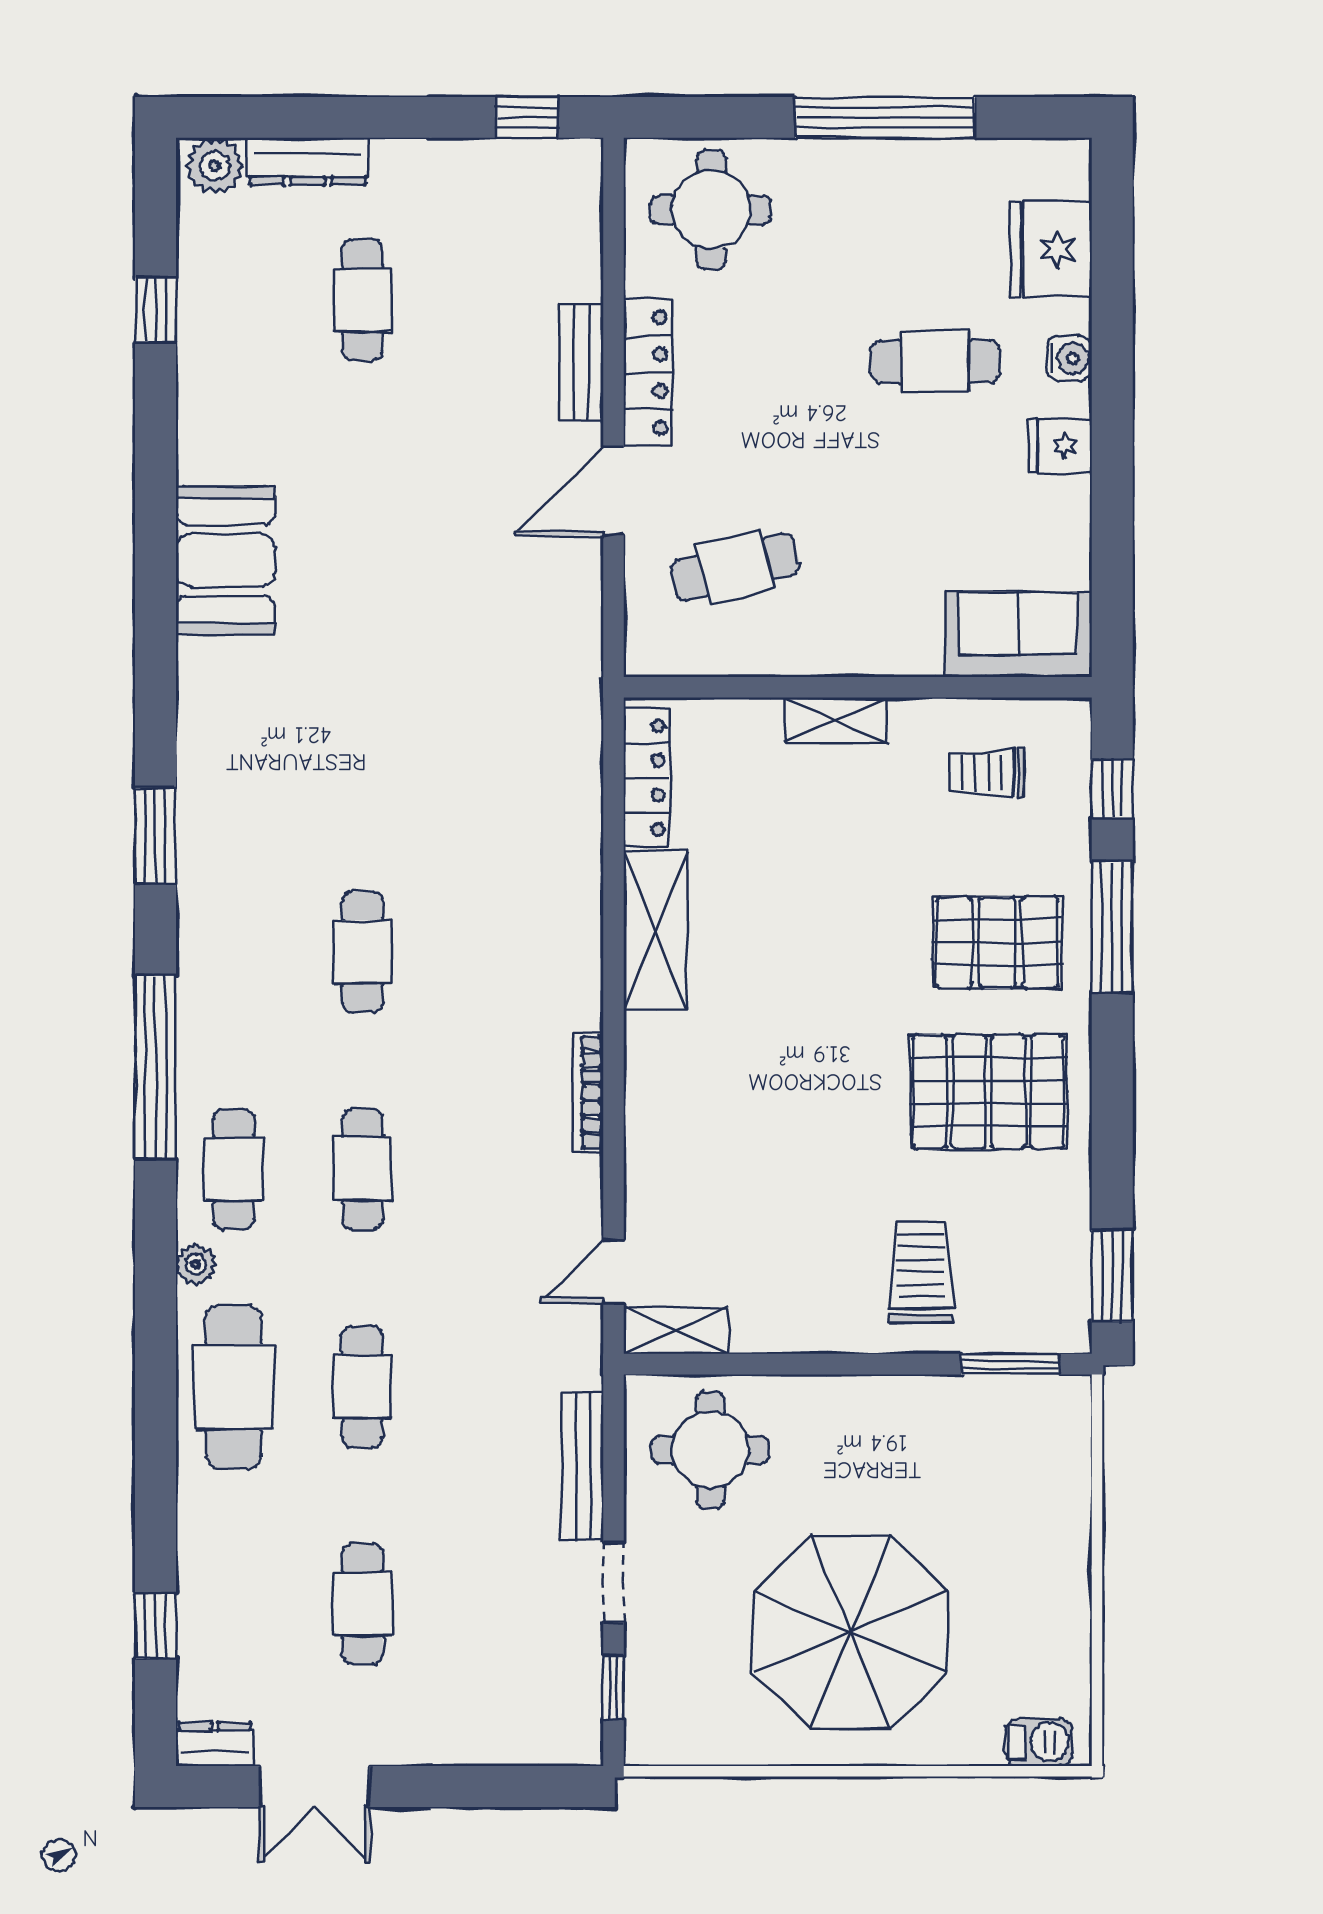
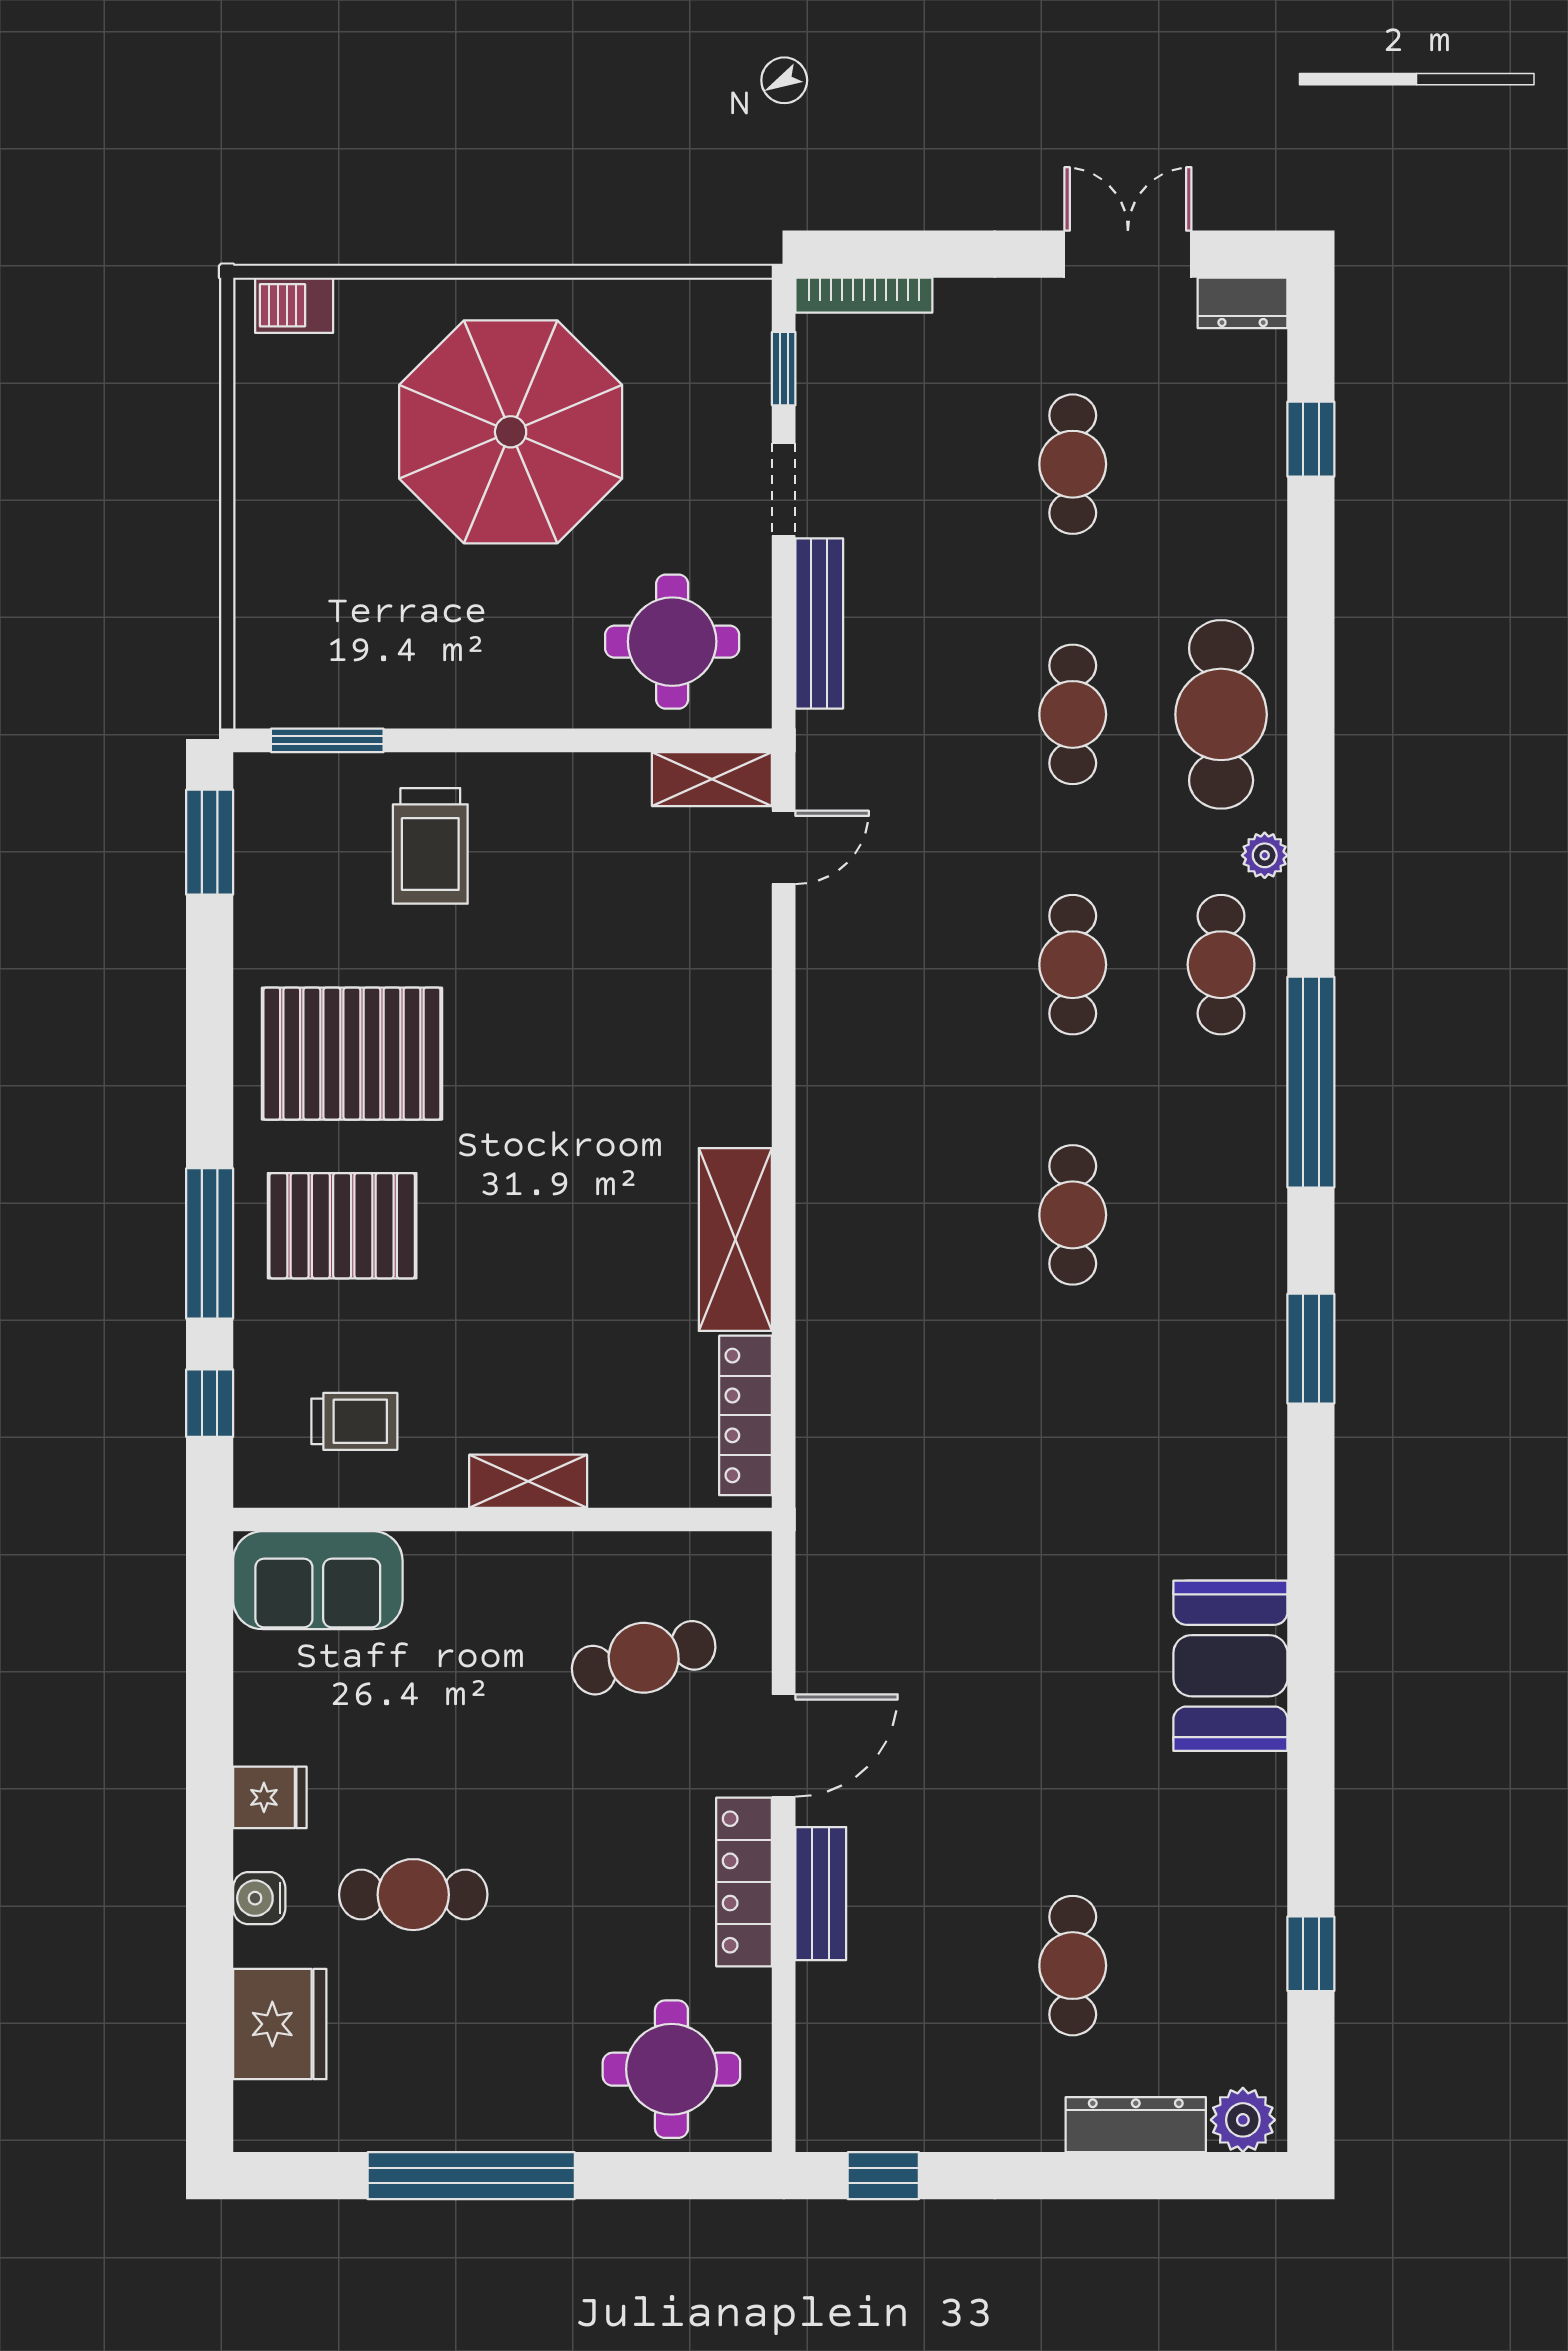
bookcase: (588, 1093) -> (864, 295), moved, turned 90

